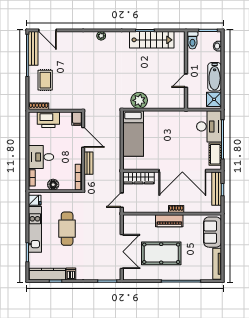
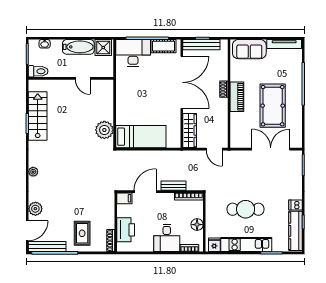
plant: (68, 38) -> (35, 209), added
rug: (45, 80) -> (82, 233), turned 90

